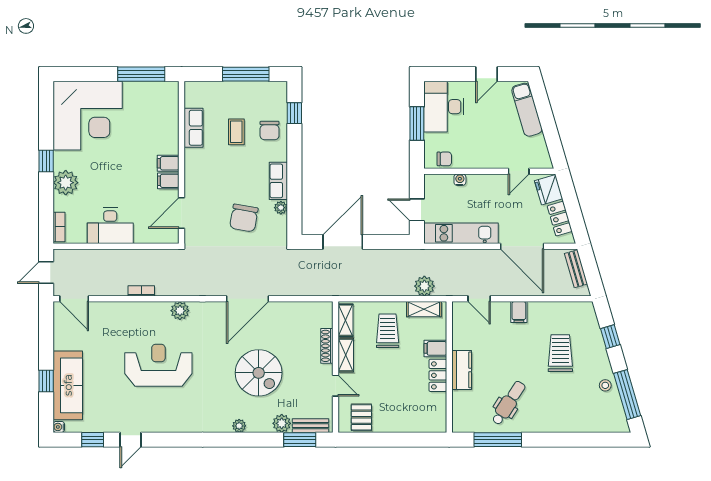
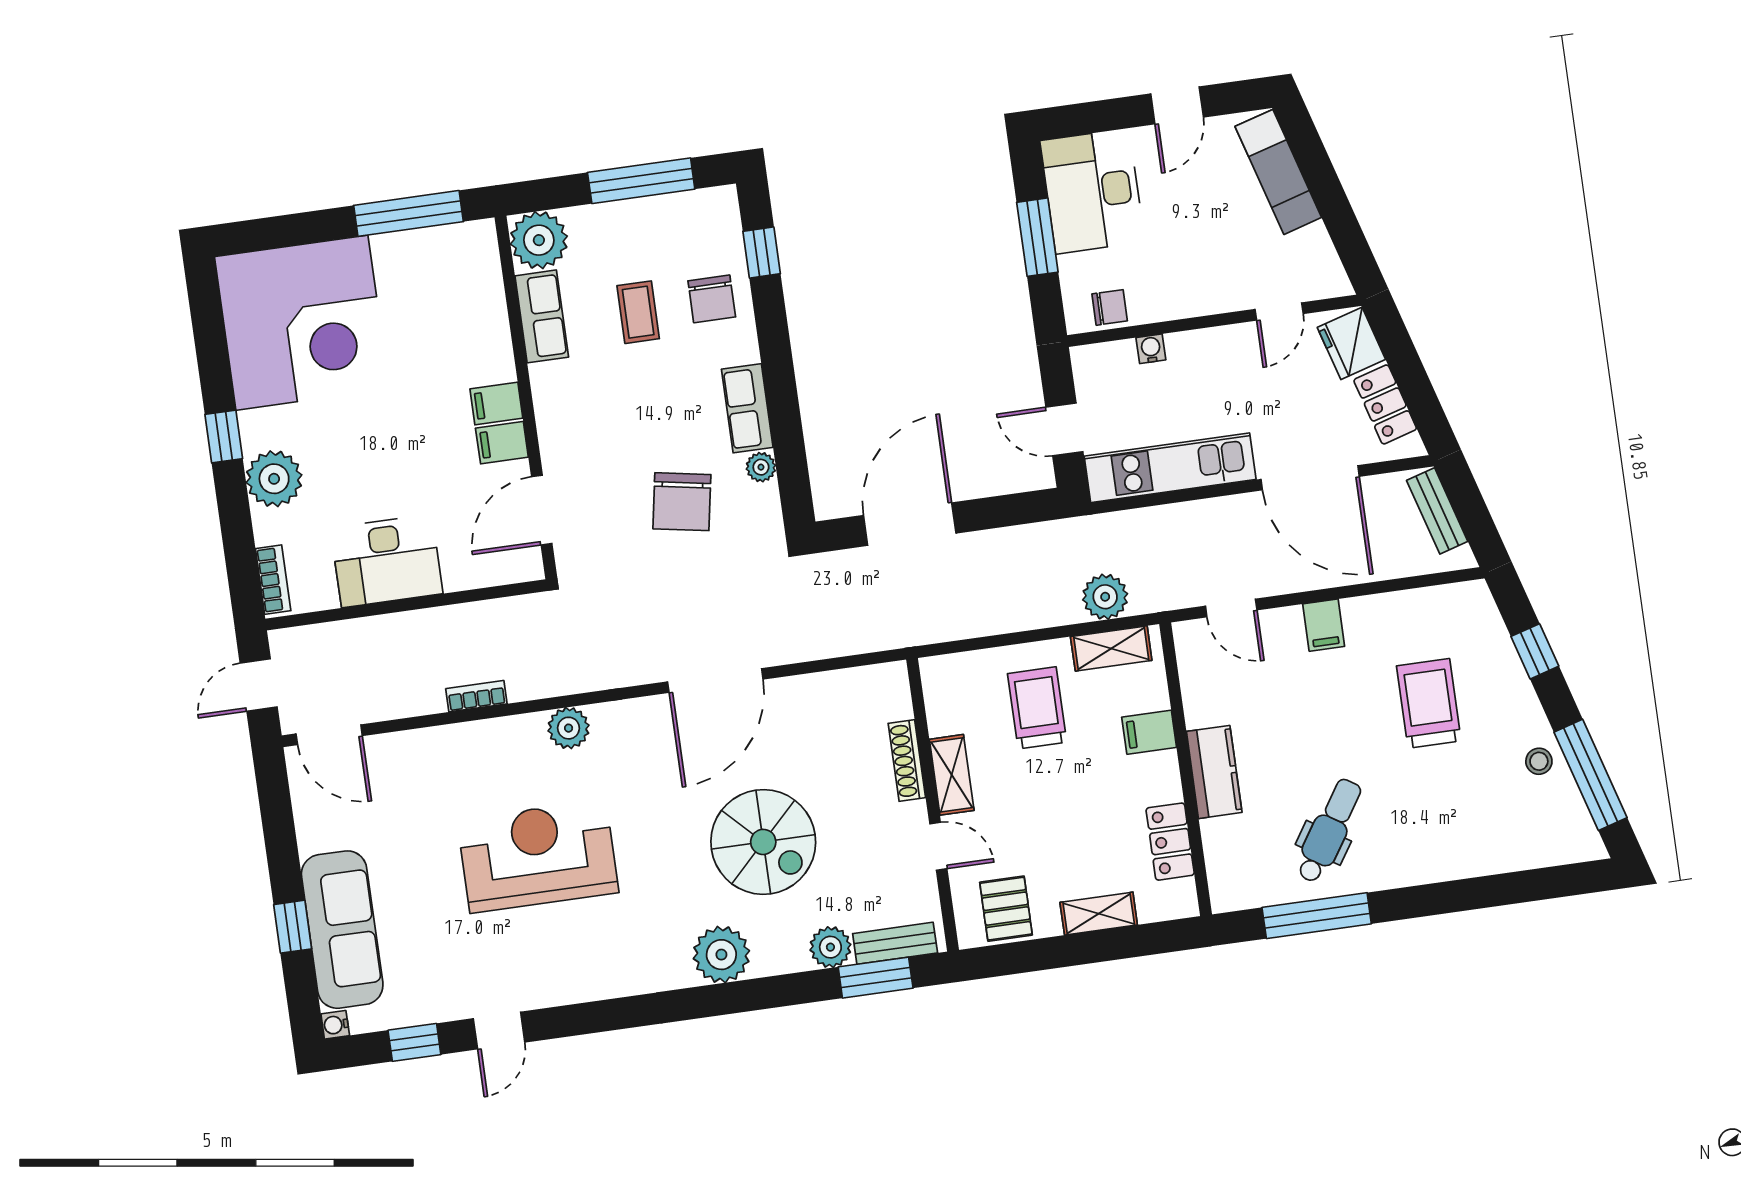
plant: (197, 94) -> (539, 240), added
shelving: (345, 320) -> (1099, 914), moved, turned 90
locker: (438, 375) -> (1170, 842), moved
plant: (239, 426) -> (721, 955), width x1.87, depth x1.87

